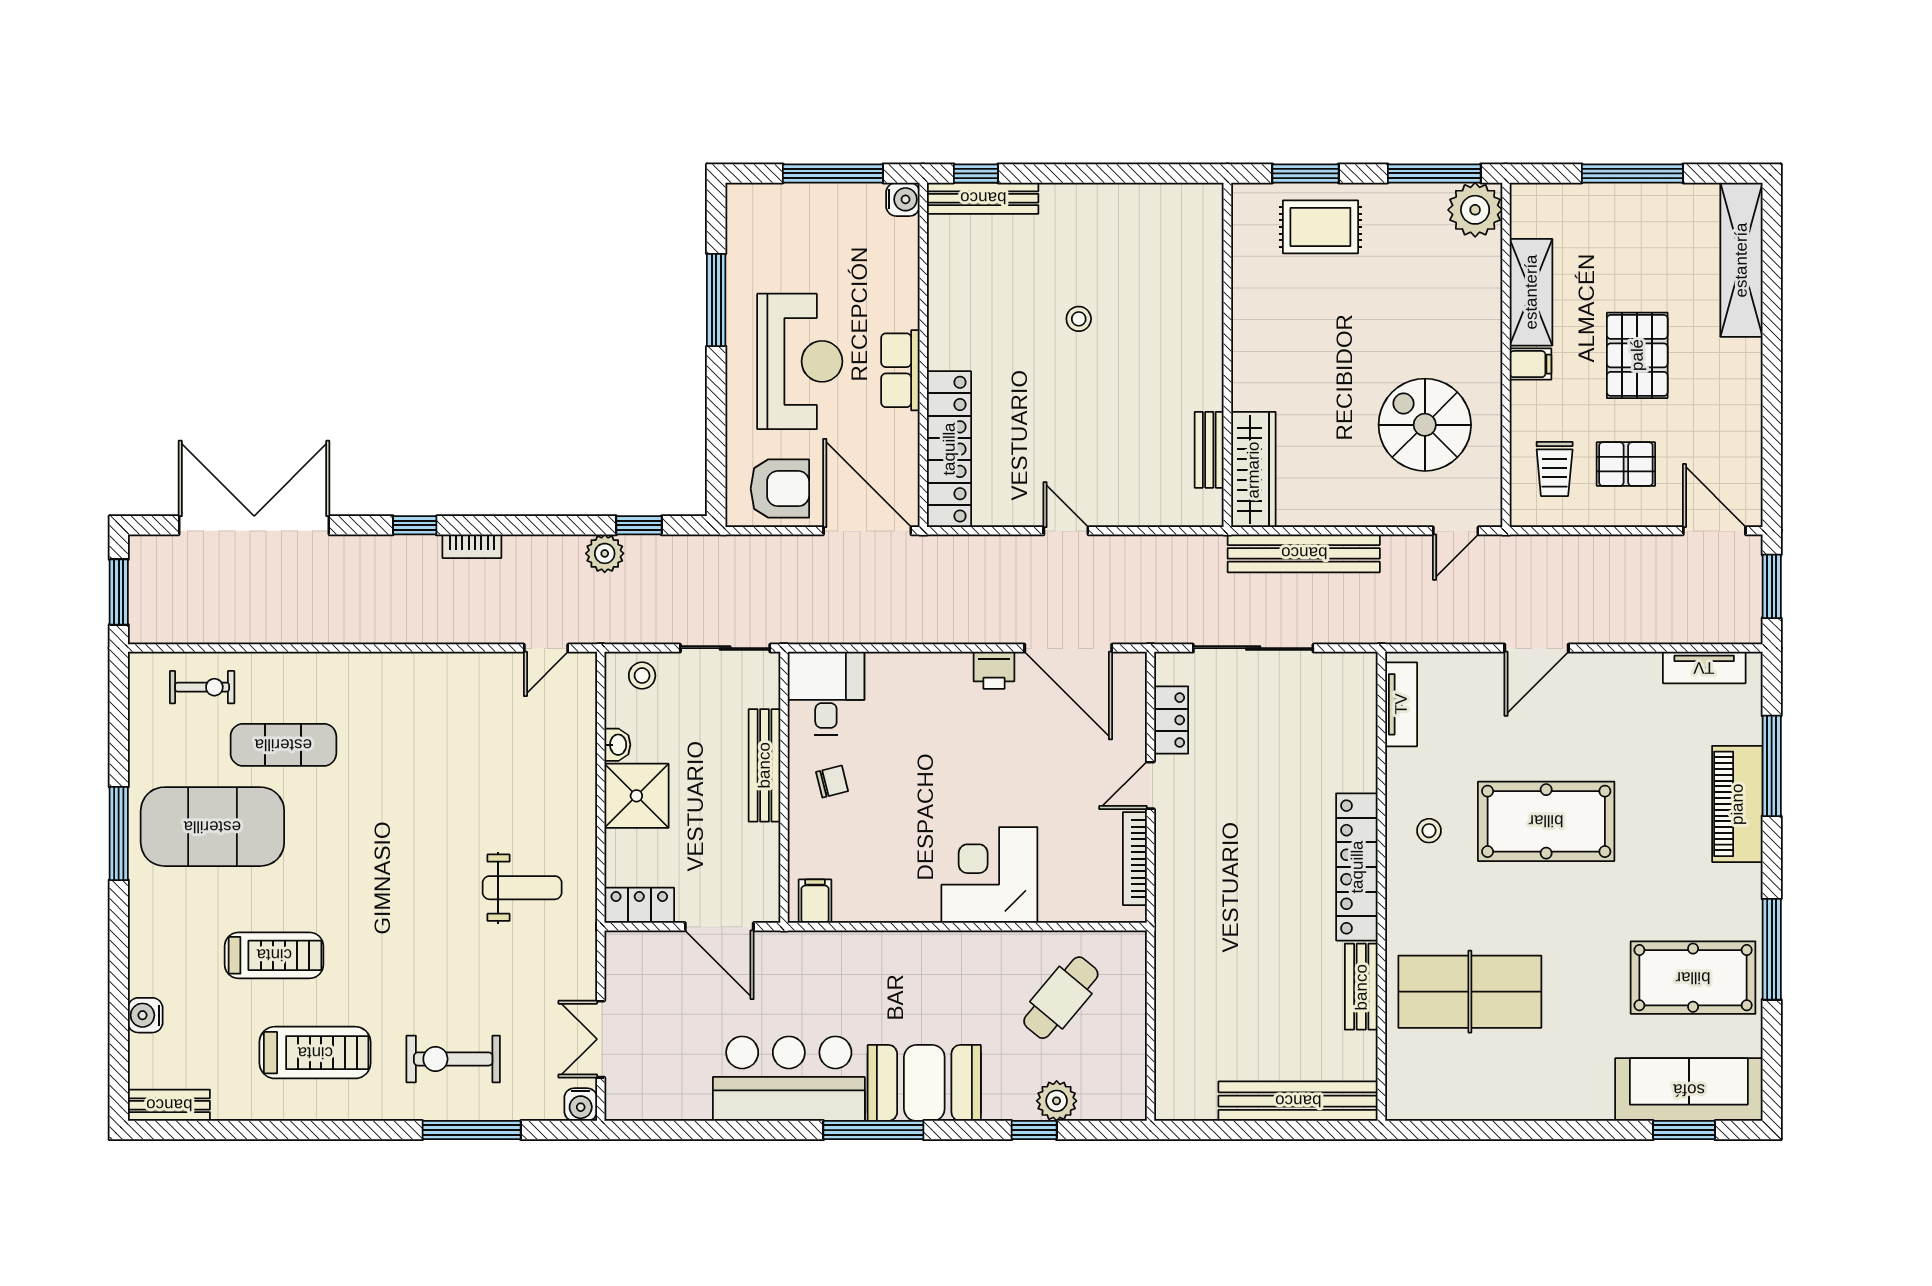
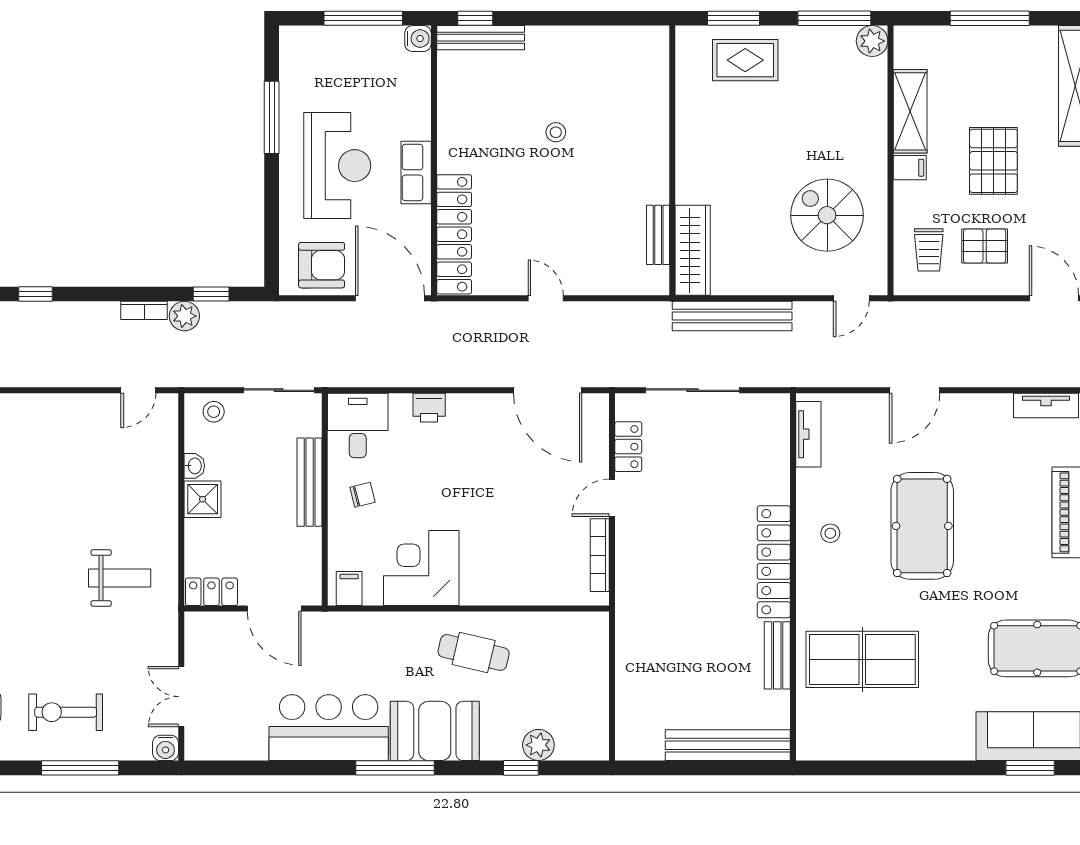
plant: (1475, 210) -> (872, 41), width x0.73, depth x0.73
bookcase: (472, 546) -> (144, 310), moved
printer: (994, 670) -> (429, 408), moved
shower: (636, 796) -> (203, 499), width x0.73, depth x0.73
pool table: (1546, 821) -> (922, 526), turned 90
corner desk: (989, 875) -> (421, 568), moved
cafe table: (1061, 998) -> (474, 652), moved, turned 63

